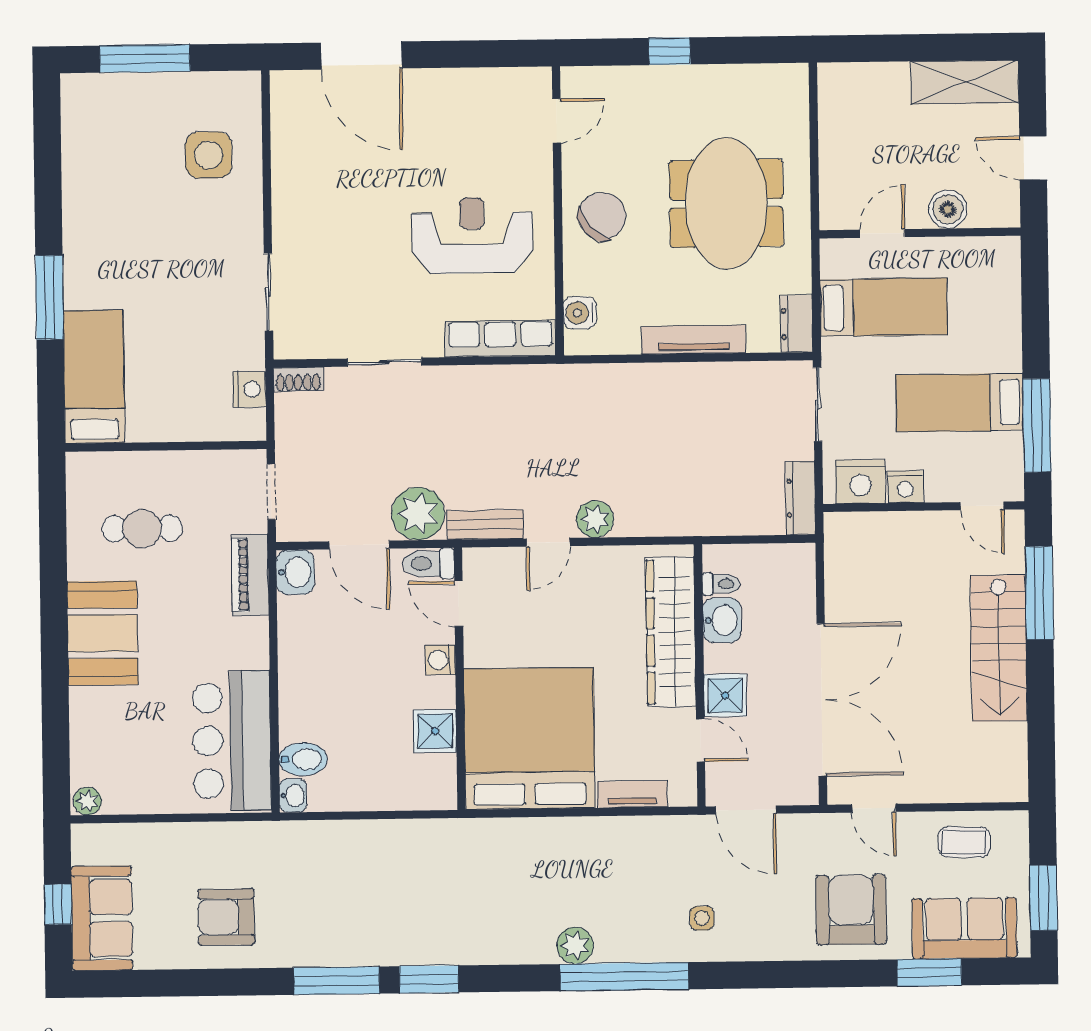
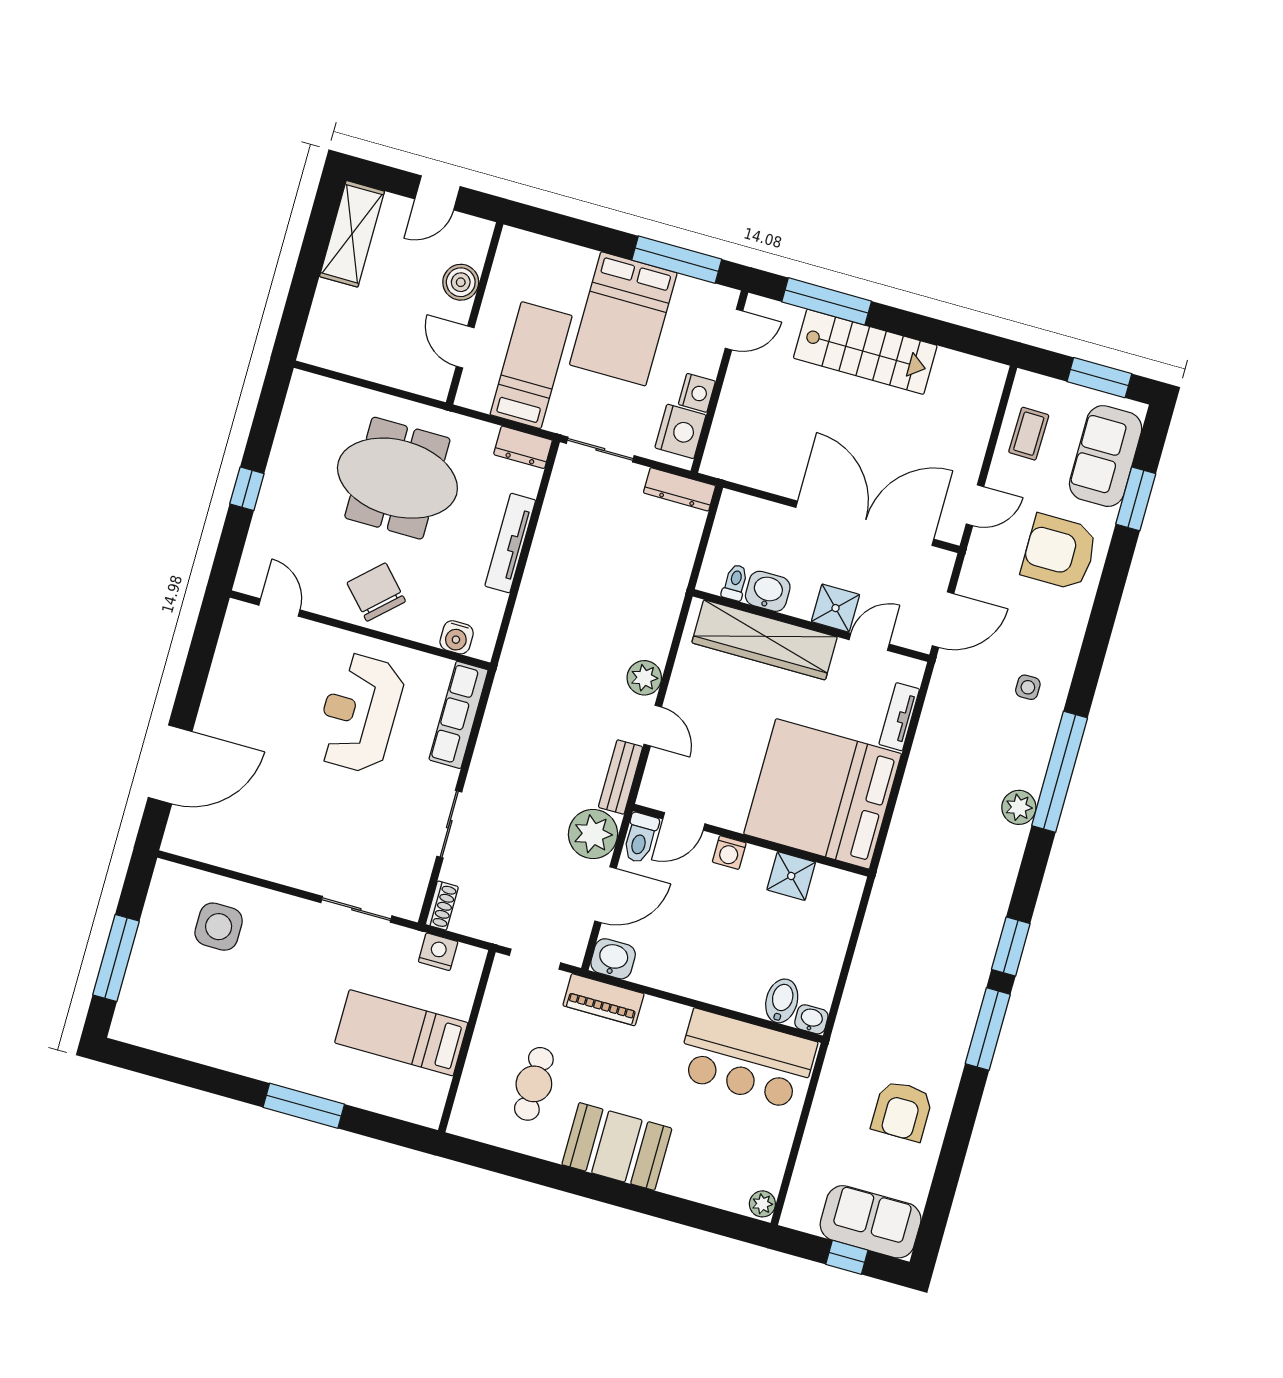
bed: (94, 377) -> (401, 1033), moved
bed: (960, 403) -> (623, 319), width x1.50

